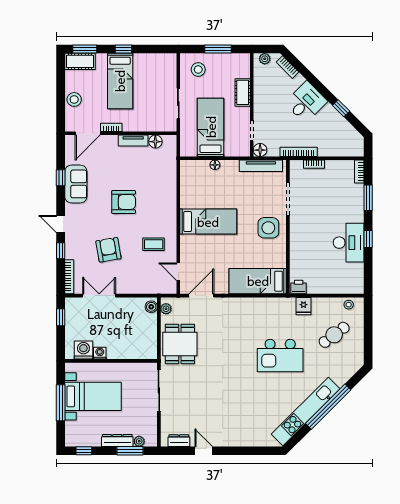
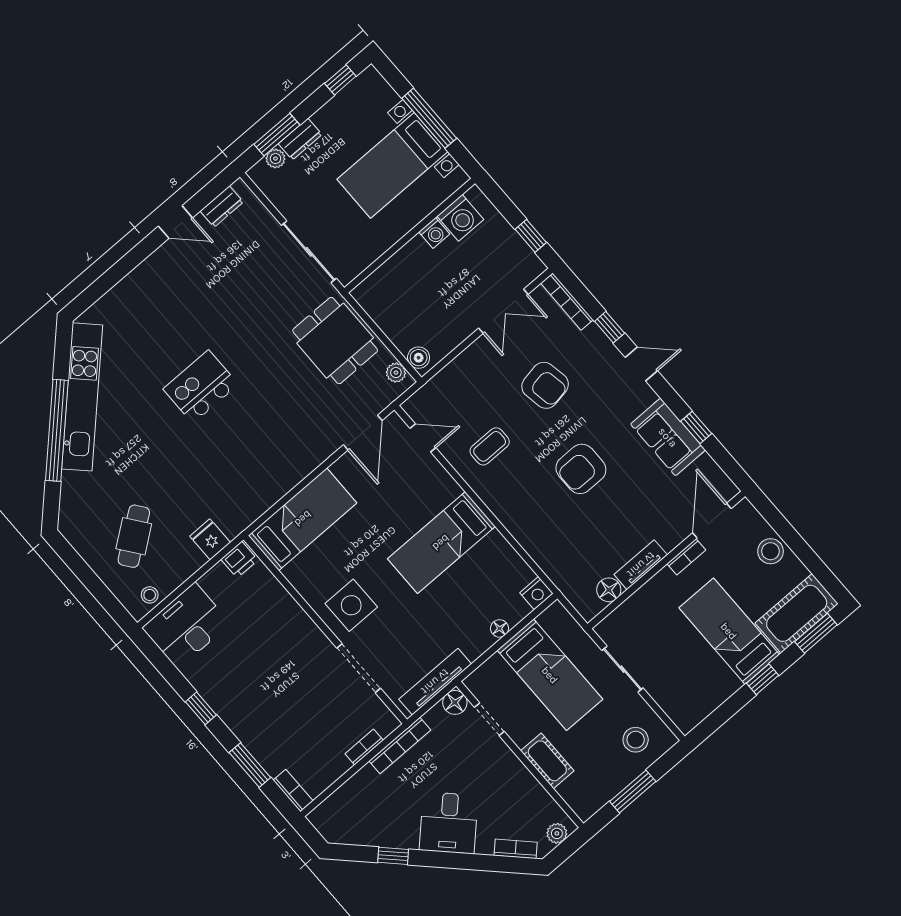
cot: (80, 61) -> (797, 613), width x1.37, depth x1.34
nightstand: (187, 166) -> (536, 593), added
desk: (349, 243) -> (186, 626), moved, turned 90
kitchen island: (280, 356) -> (201, 387), moved, width x0.73, depth x0.78
dresser: (117, 441) -> (300, 139), width x0.70

